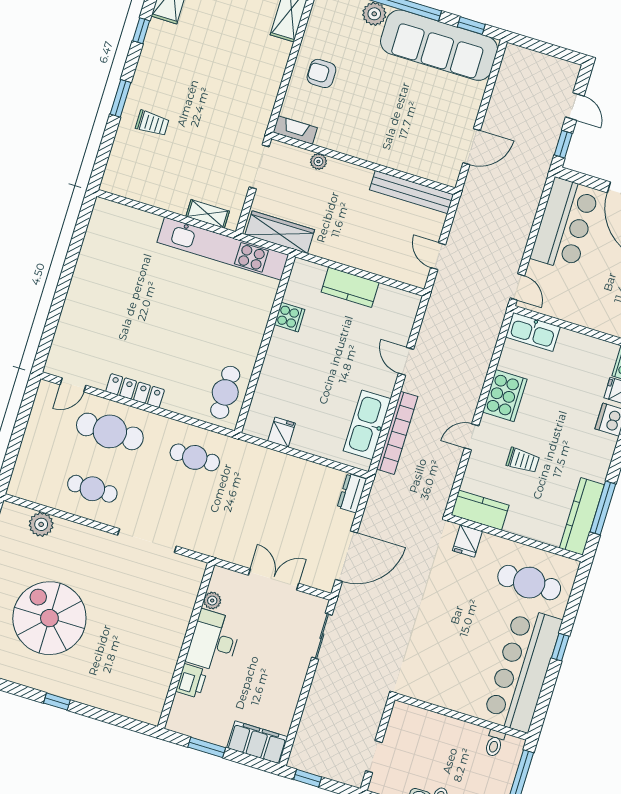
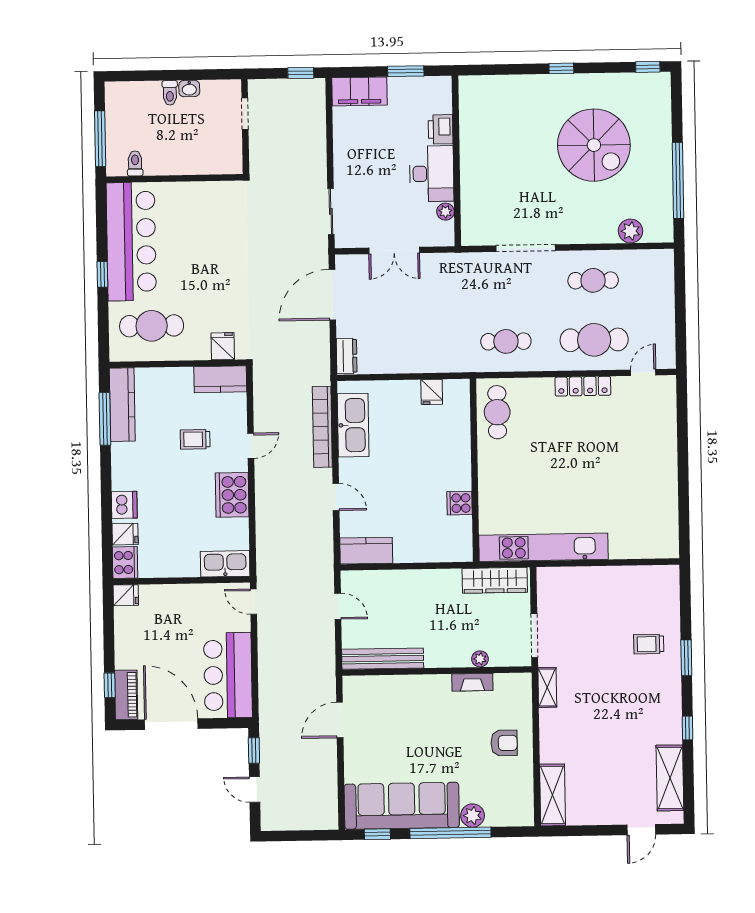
fireplace: (295, 130) -> (472, 682), moved
shelving: (208, 214) -> (547, 687), moved, turned 90
kitchen counter: (350, 287) -> (366, 551), moved

